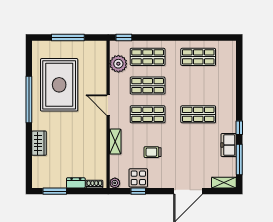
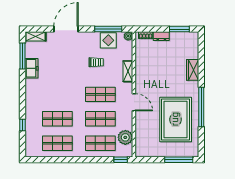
window: (68, 37) -> (179, 160), moved
shop shelf: (198, 114) -> (57, 119), moved
window: (239, 128) -> (22, 125), moved
window: (138, 191) -> (108, 29), width x2.17

